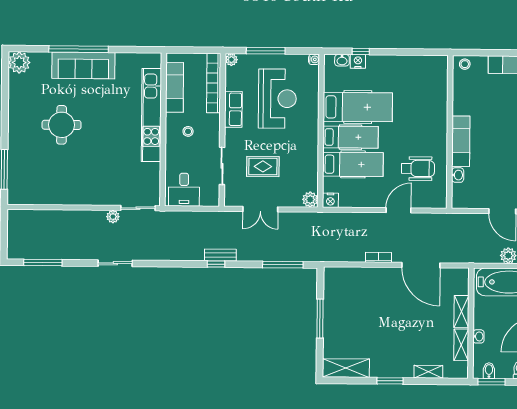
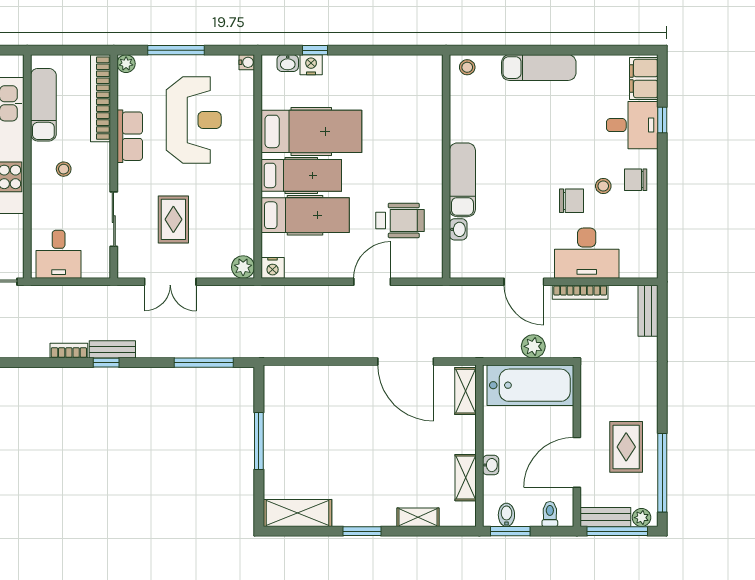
rug: (263, 166) -> (173, 219), turned 90
bookcase: (379, 257) -> (69, 351), moved
shelving: (461, 312) -> (465, 391), moved

